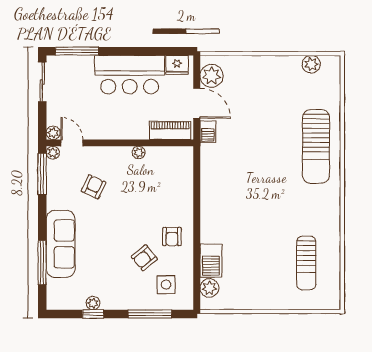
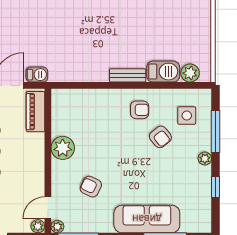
plant: (139, 153) -> (63, 148), width x1.88, depth x1.88
bench: (207, 224) -> (128, 75), added
plant: (93, 303) -> (205, 159), moved

